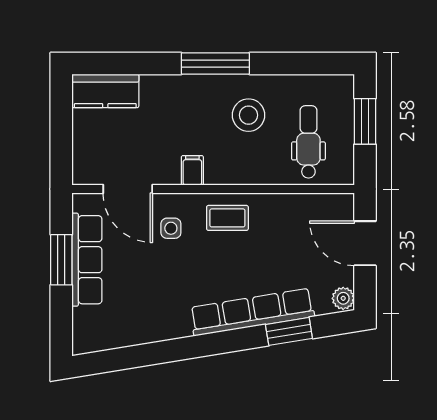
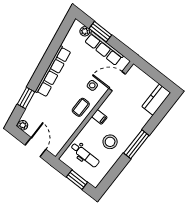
filing cabinet: (192, 170) -> (99, 117), moved
door: (365, 243) -> (36, 147), hinge flipped
window: (61, 260) -> (100, 32), moved
row of seats: (252, 312) -> (53, 71), moved
plant: (83, 319) -> (85, 31), added

